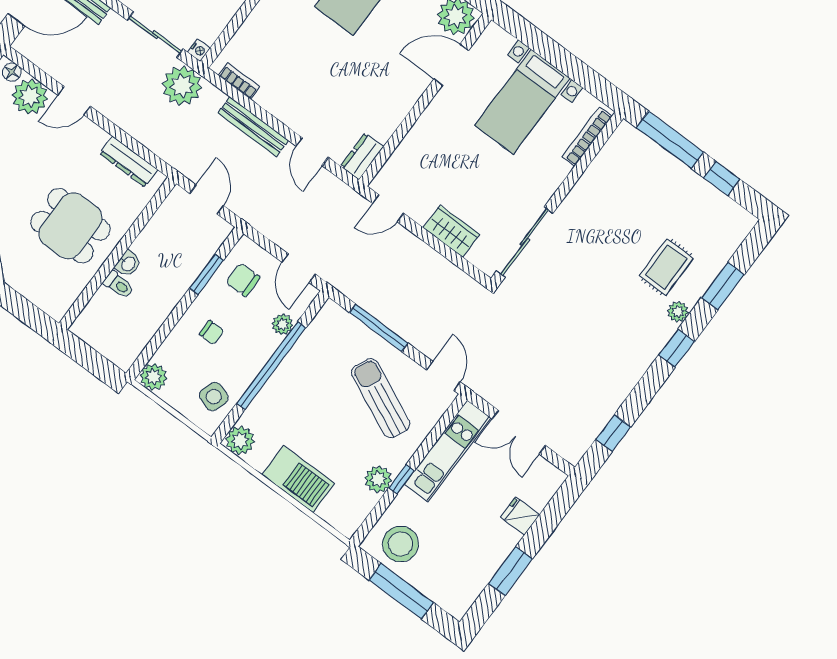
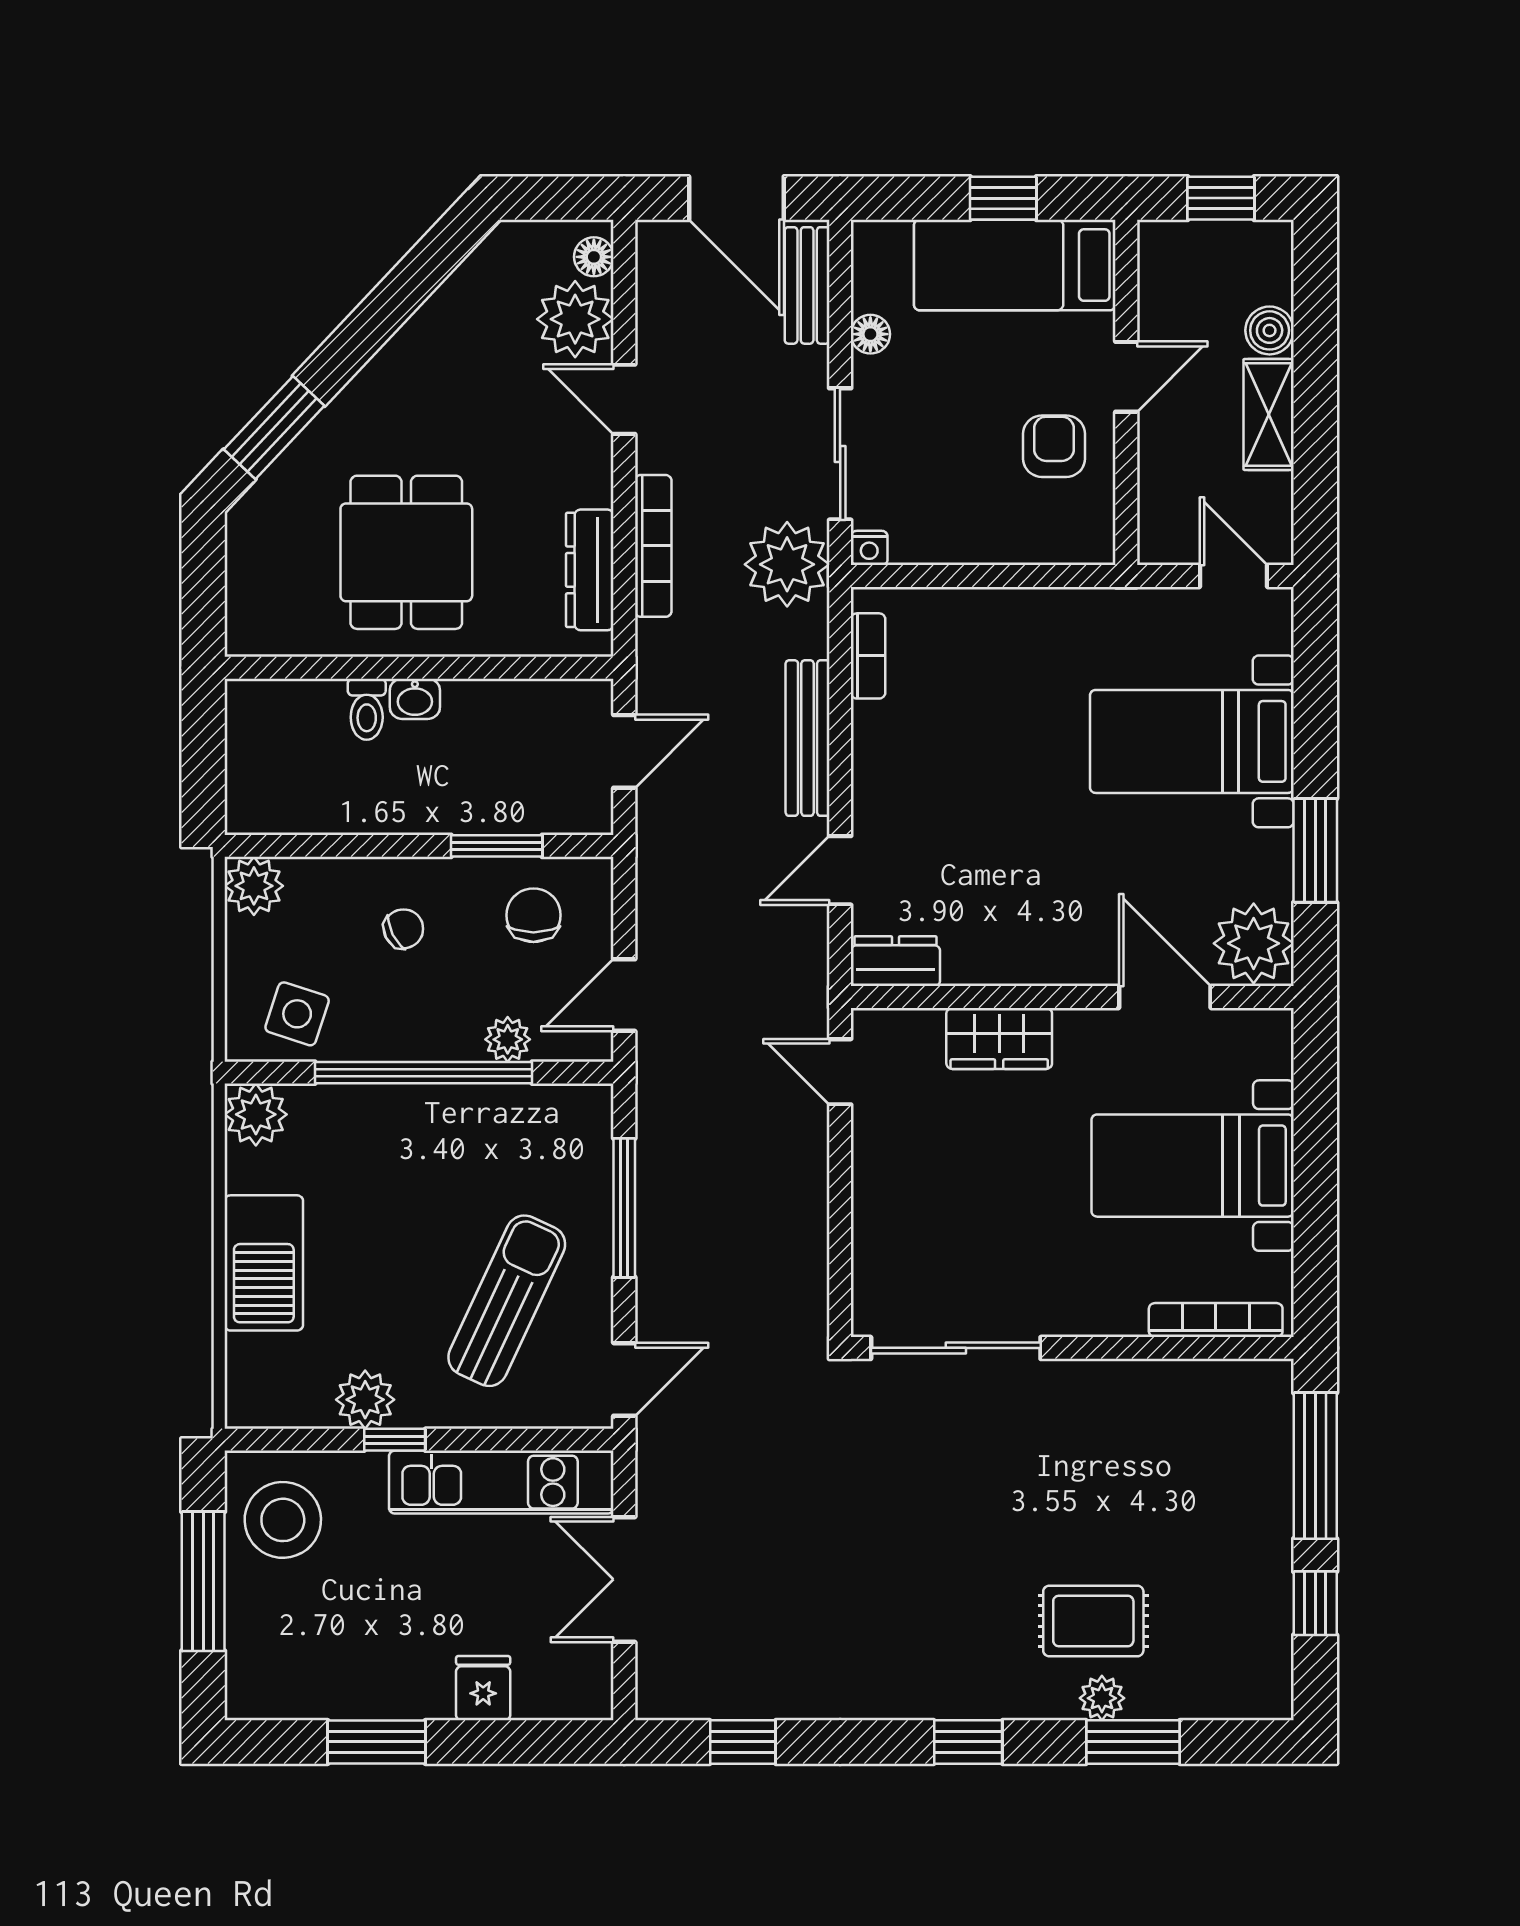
bookcase: (137, 131) -> (653, 546), added
wardrobe: (451, 231) -> (999, 1038), moved, turned 90
plant: (678, 312) -> (1102, 1698), moved
chair: (212, 333) -> (403, 929), turned -117

